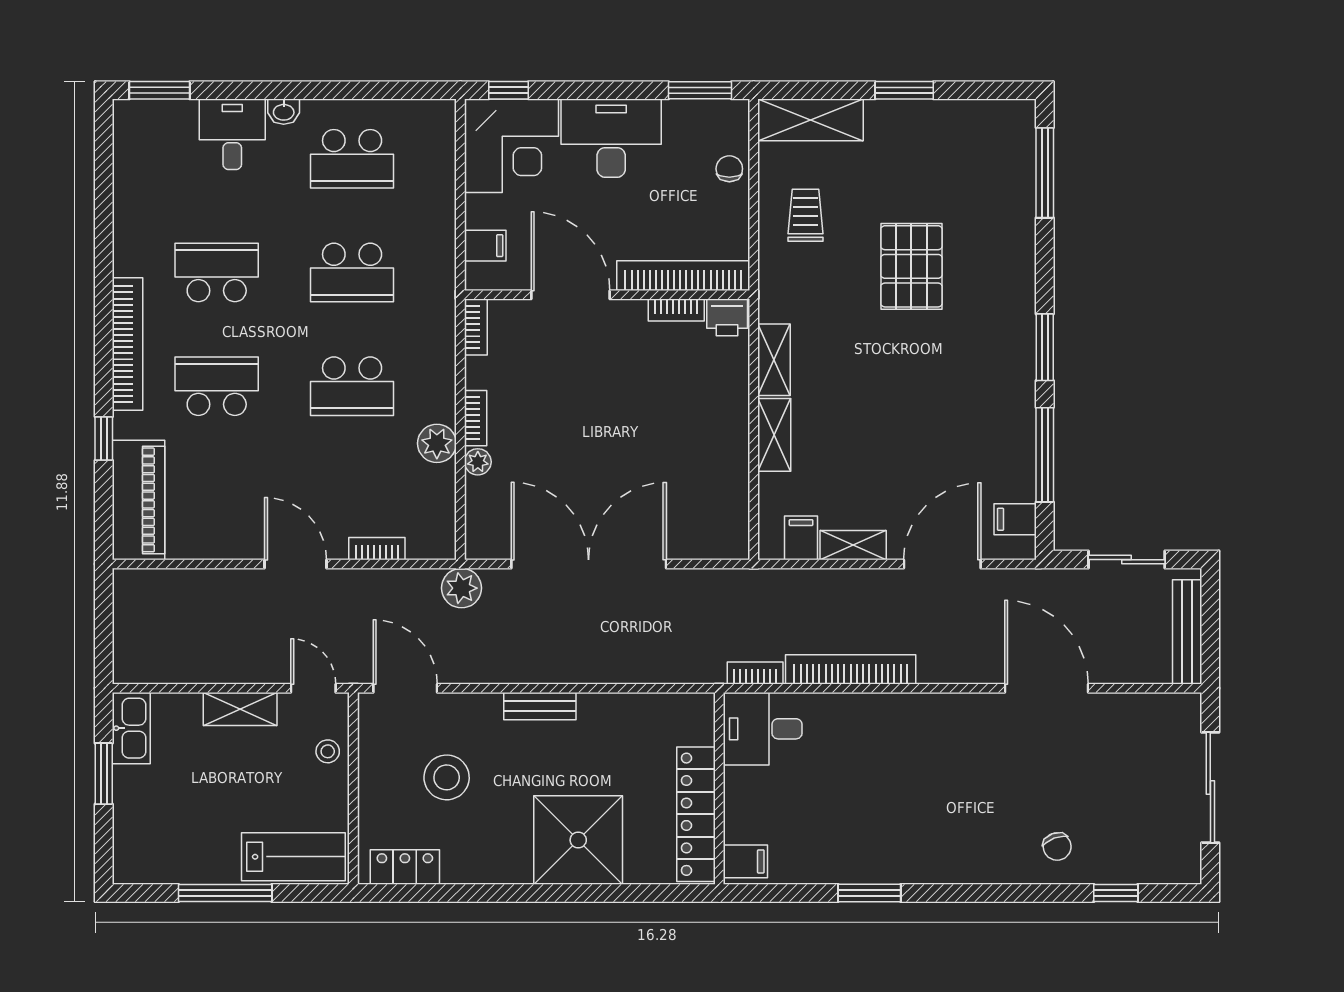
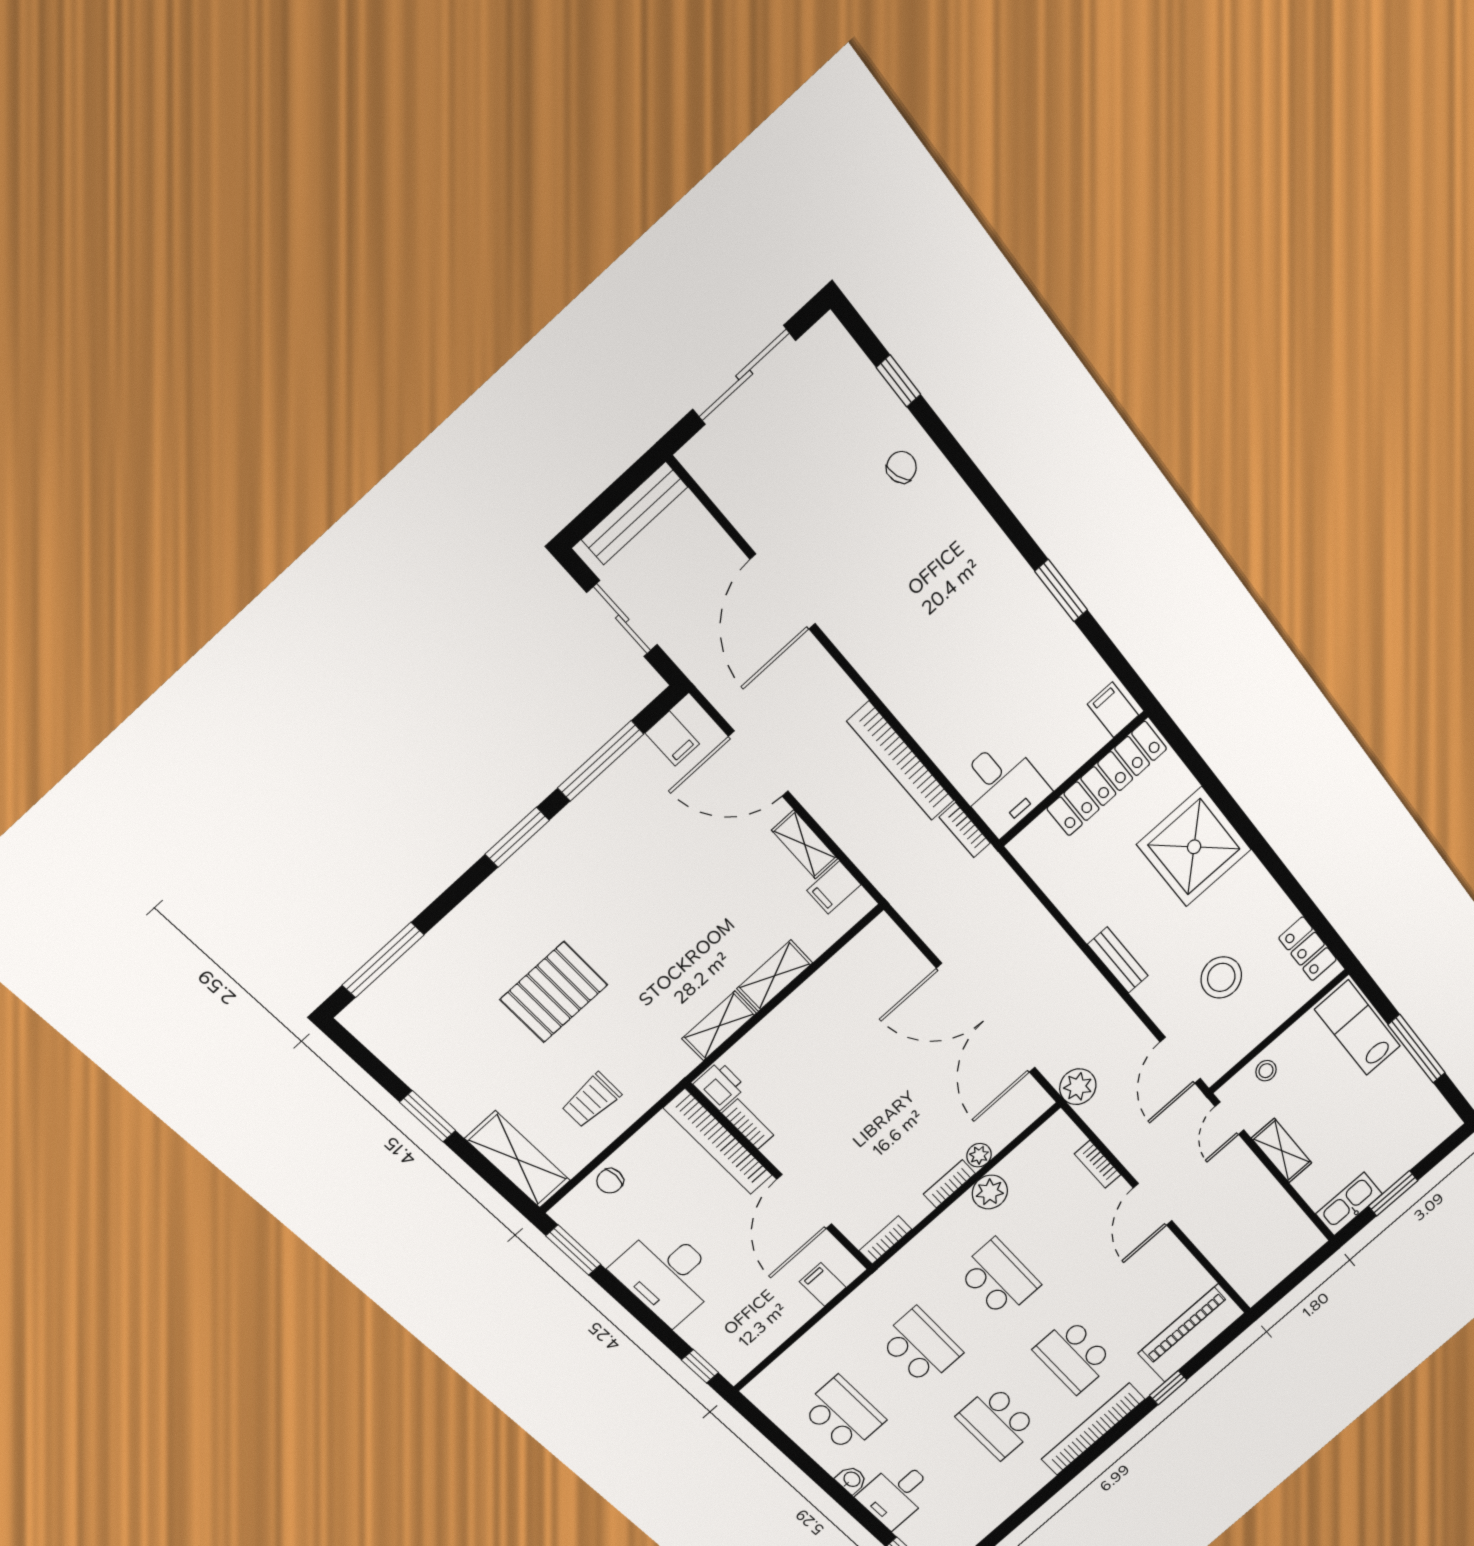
corner desk: (511, 146) -> (737, 1330), removed

